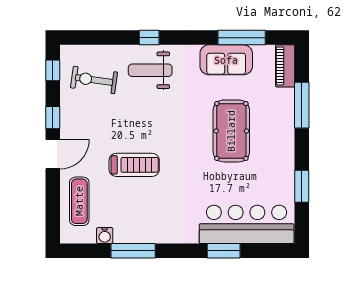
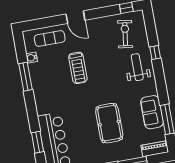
window: (149, 38) -> (155, 53), moved
window: (53, 118) -> (98, 13), removed
pool table: (231, 131) -> (109, 123), turned 90
window: (224, 251) -> (37, 142), moved

